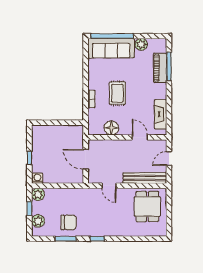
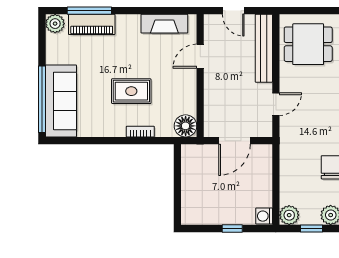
plant: (141, 44) -> (55, 24), moved
floor lamp: (111, 128) -> (186, 126), moved

